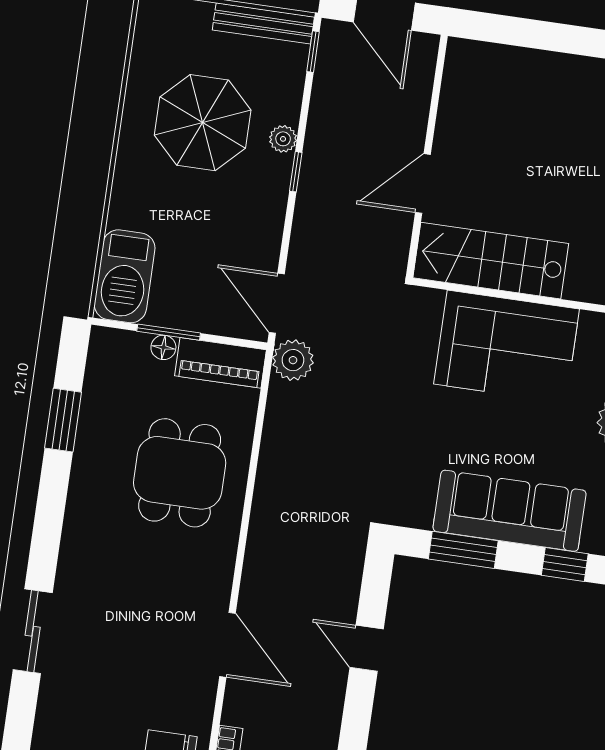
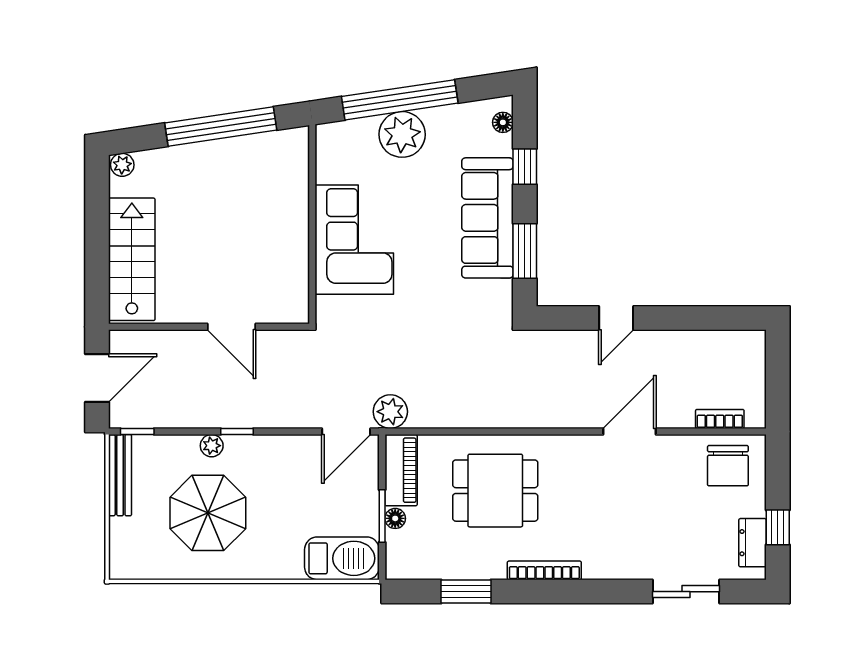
stairs: (491, 261) -> (132, 259), moved, turned 180
bookcase: (75, 518) -> (544, 570), added
sliding door: (33, 631) -> (686, 592), moved

